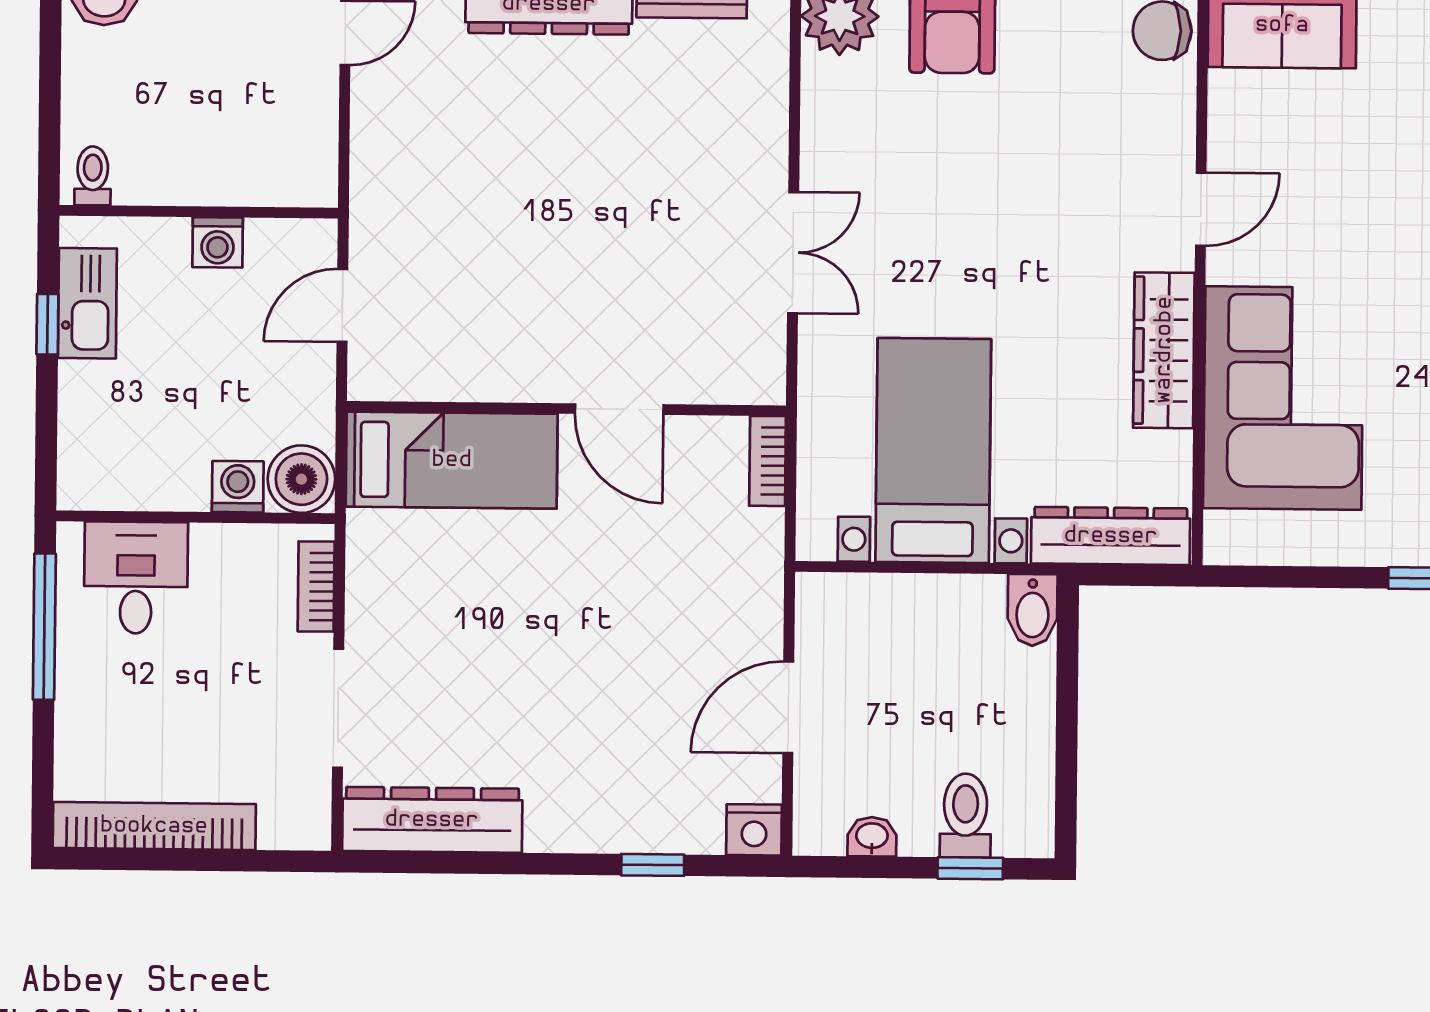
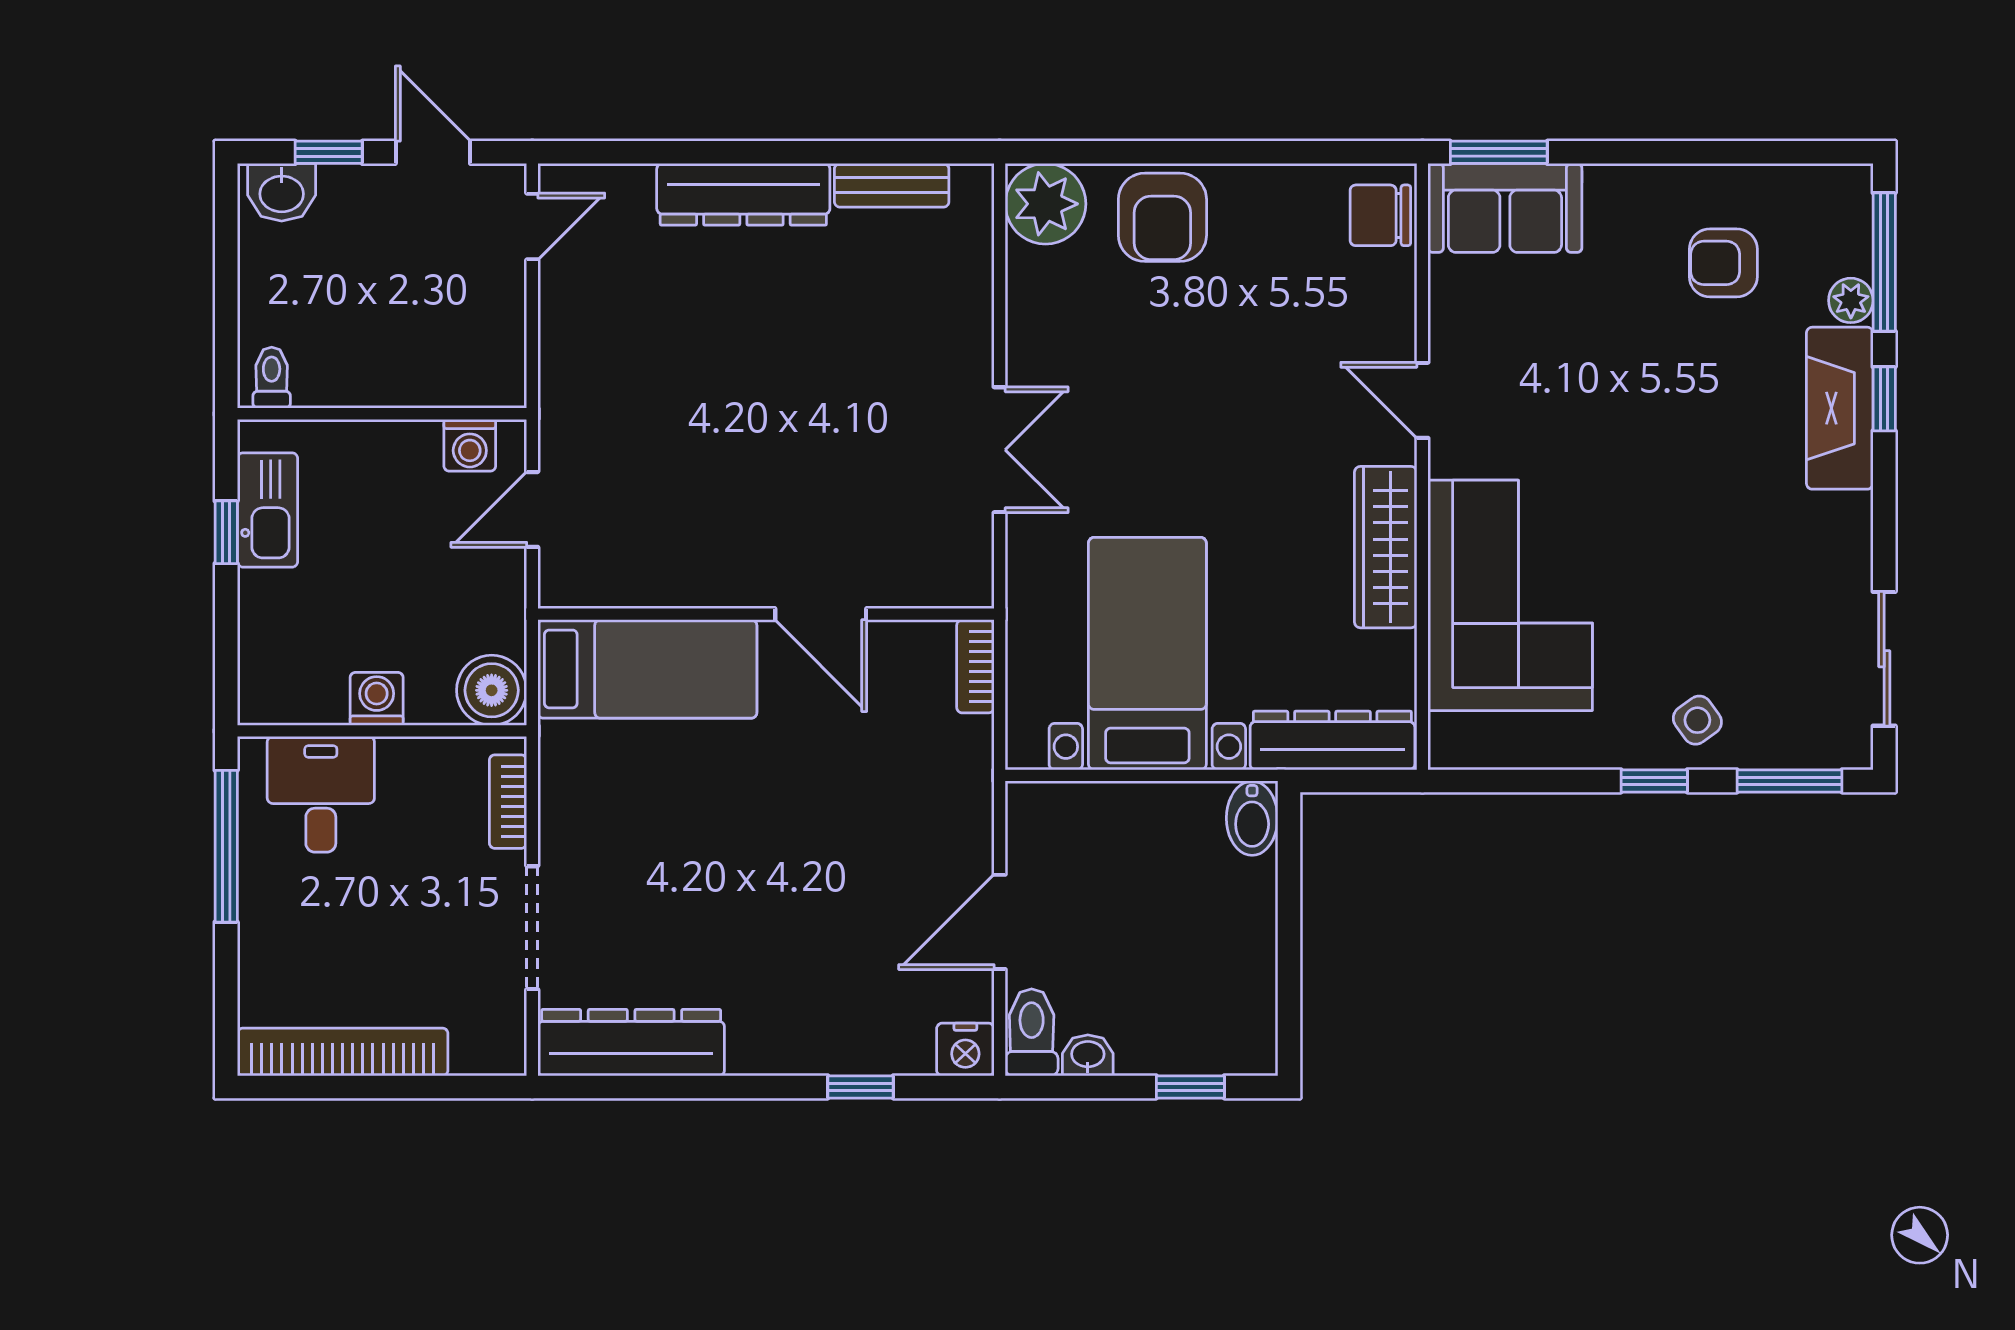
door: (1201, 209) -> (1422, 400), swing flipped
washing machine: (218, 242) -> (470, 445), moved
washing machine: (238, 487) -> (377, 699), moved
toilet: (965, 816) -> (1032, 1032), moved

